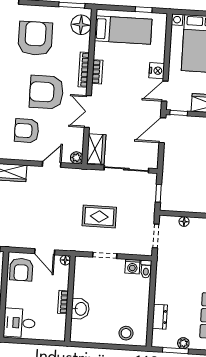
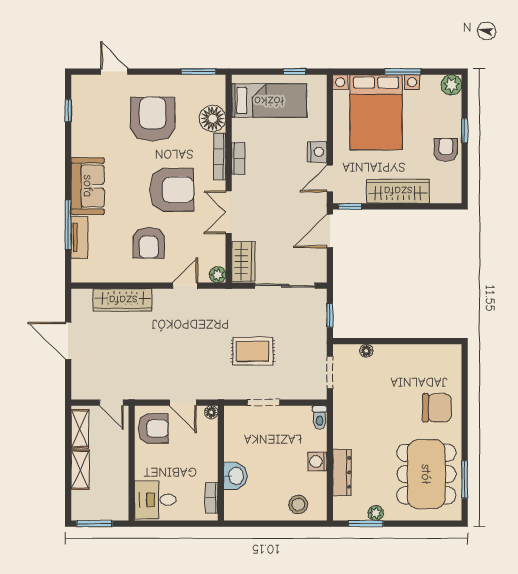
floor lamp: (81, 25) -> (213, 119), moved
armchair: (46, 92) -> (172, 190), turned 180
armchair: (27, 131) -> (149, 243), turned -90
washing machine: (132, 267) -> (317, 461), moved, turned 90
armchair: (21, 270) -> (153, 428), turned -90
bookcase: (63, 302) -> (212, 498), moved
dresser: (160, 317) -> (342, 473), width x1.44

